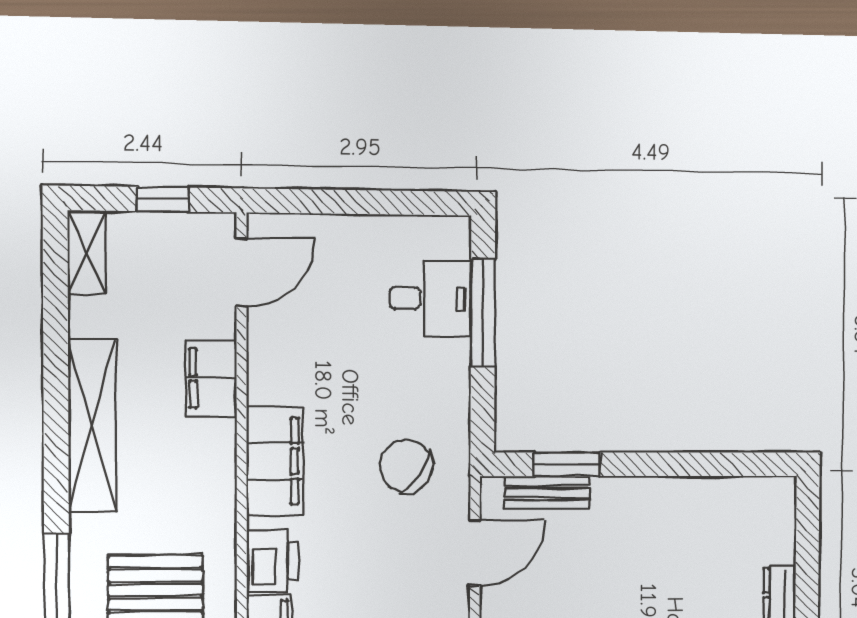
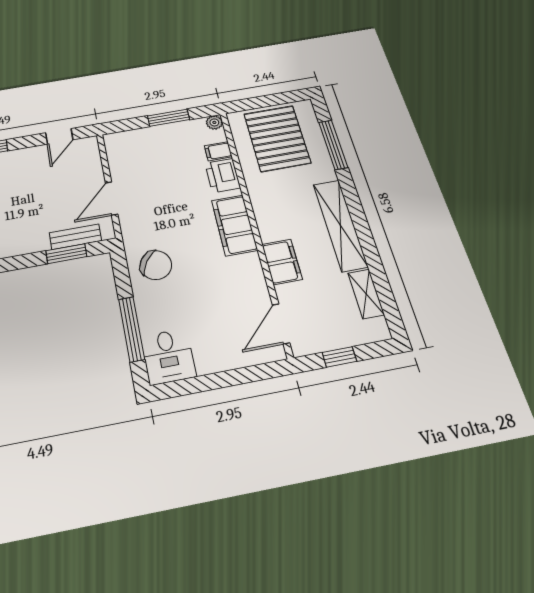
shelving: (87, 252) -> (366, 294), moved
desk: (431, 298) -> (168, 356), moved, turned -90
chair: (406, 466) -> (156, 265), moved

